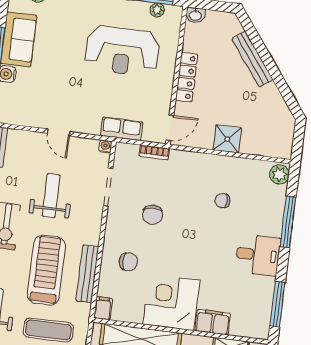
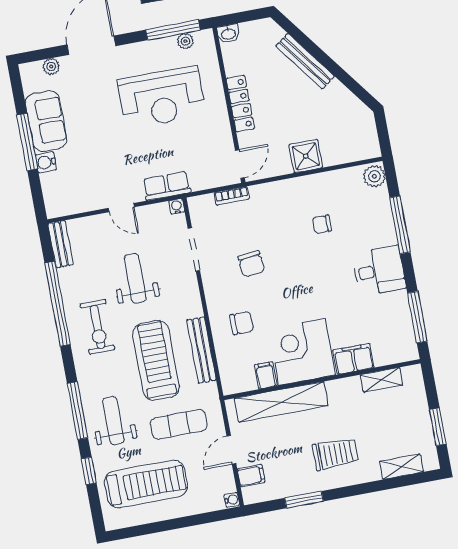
row of seats: (122, 129) -> (167, 186), moved
filing cabinet: (103, 308) -> (266, 375), moved

